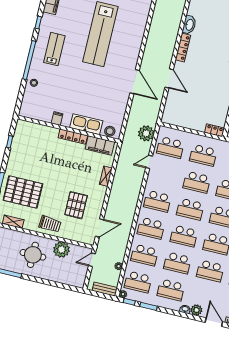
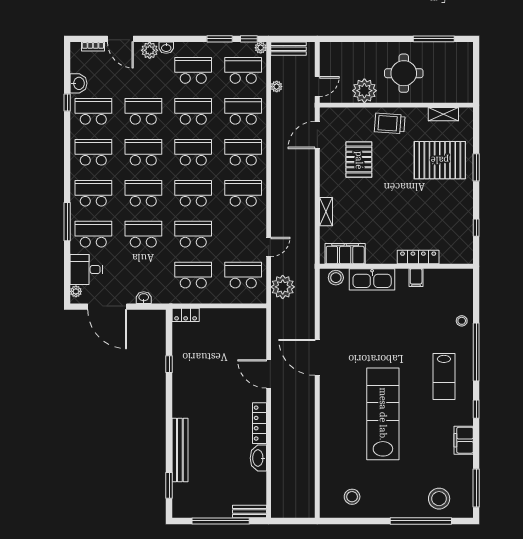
locker: (73, 137) -> (418, 257), moved

